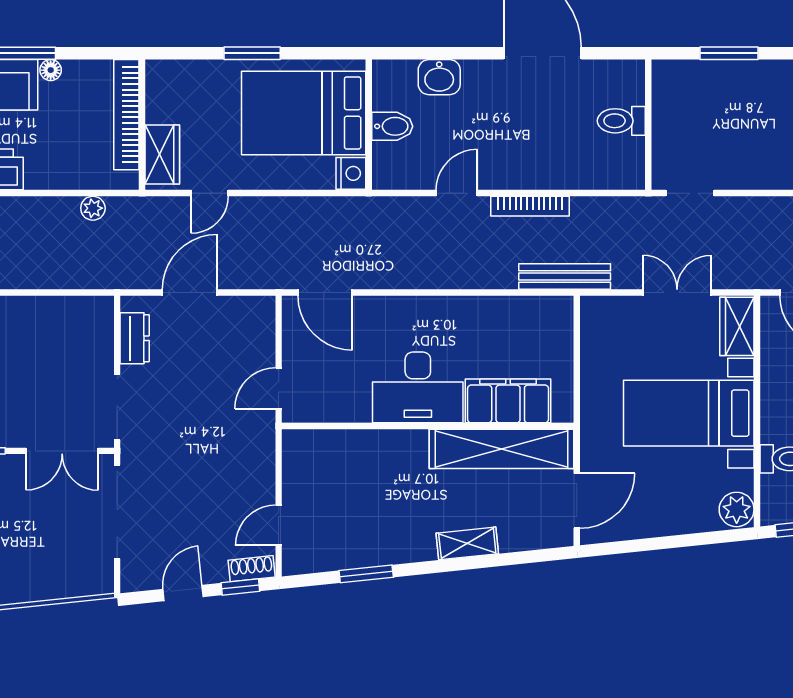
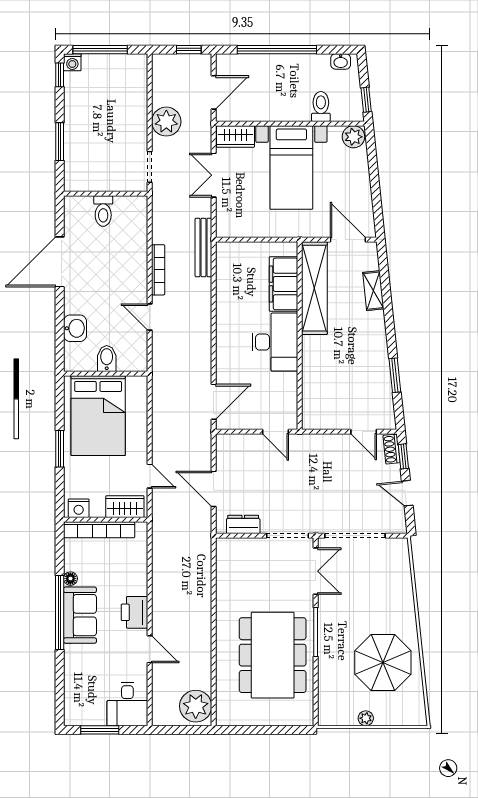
nightstand: (351, 173) -> (79, 508), moved, turned 180
plant: (93, 208) -> (166, 122), moved, width x1.87, depth x1.87
shelving: (467, 543) -> (373, 291), moved

